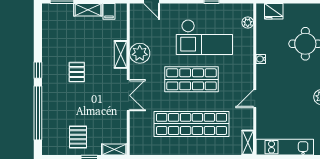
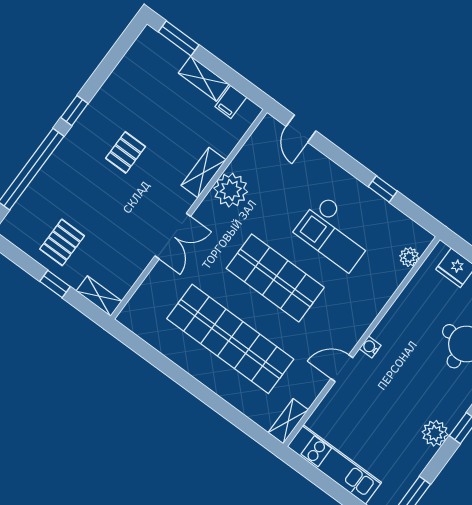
checkout: (204, 37) -> (335, 233), width x0.73, depth x0.83
water cooler: (261, 59) -> (370, 347), moved

